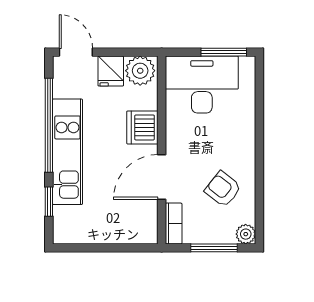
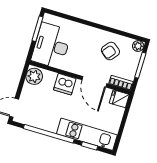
fridge: (111, 71) -> (119, 99), moved, turned 180
kitchen unit: (67, 152) -> (87, 134), moved

